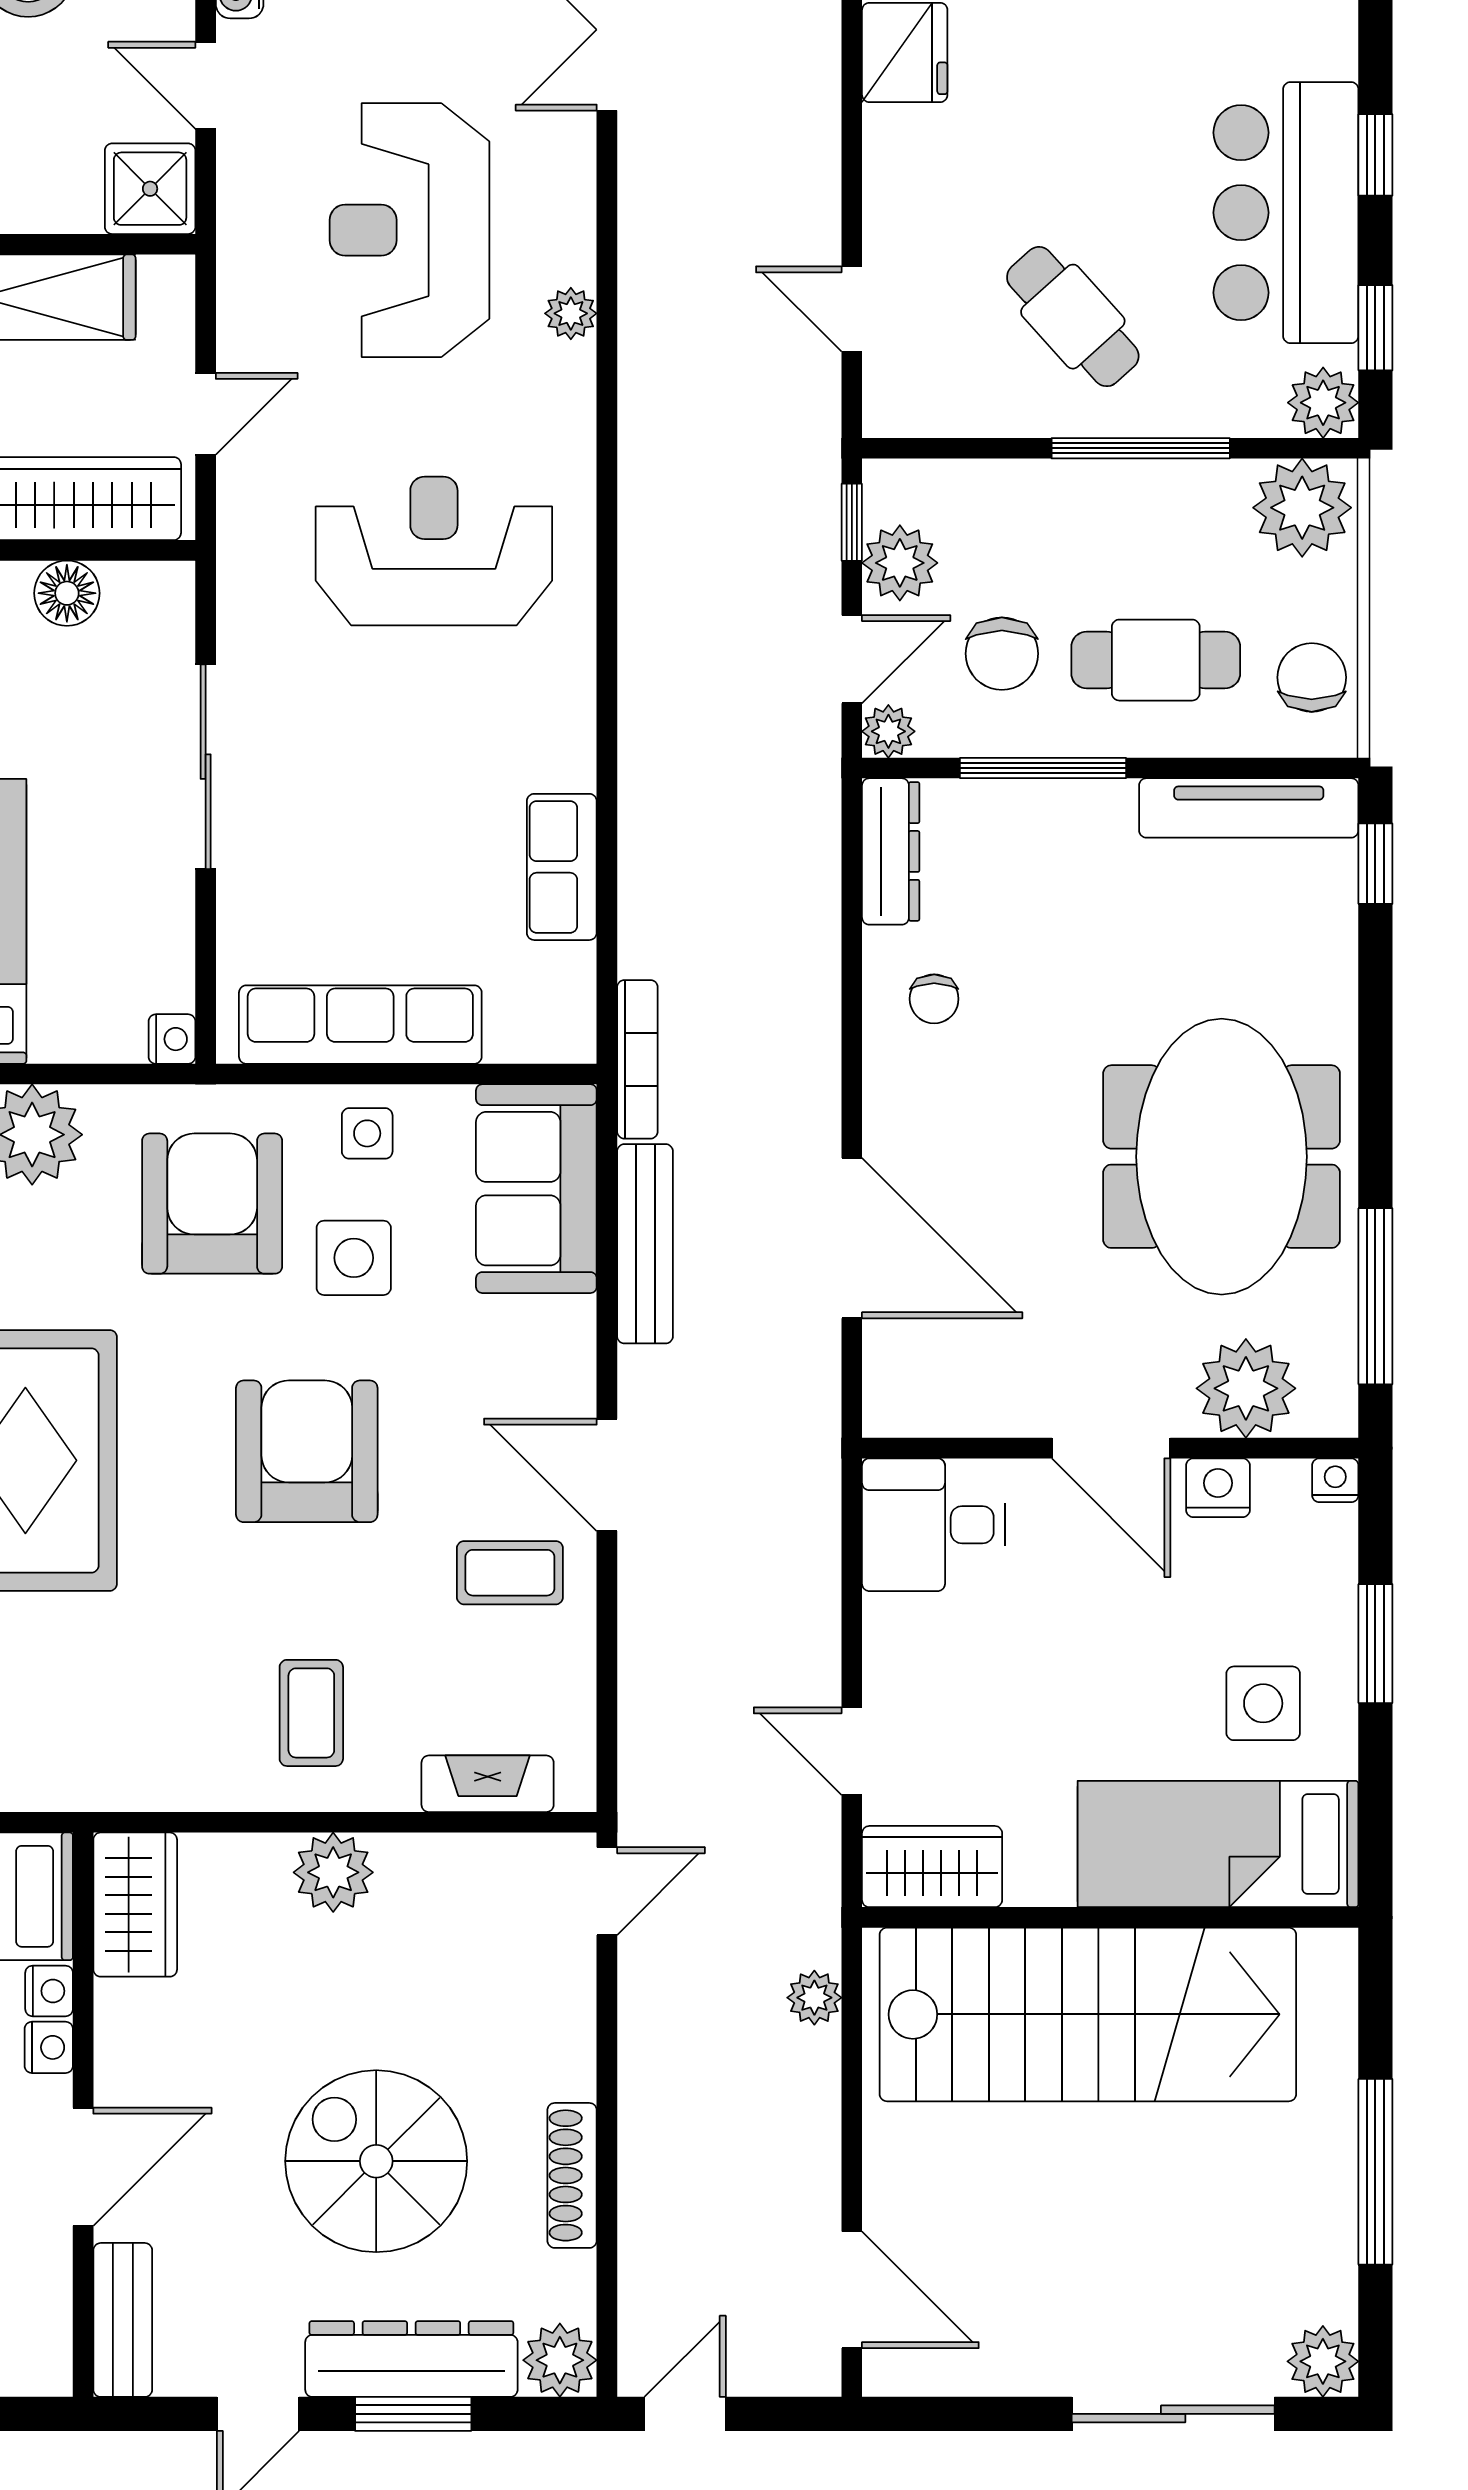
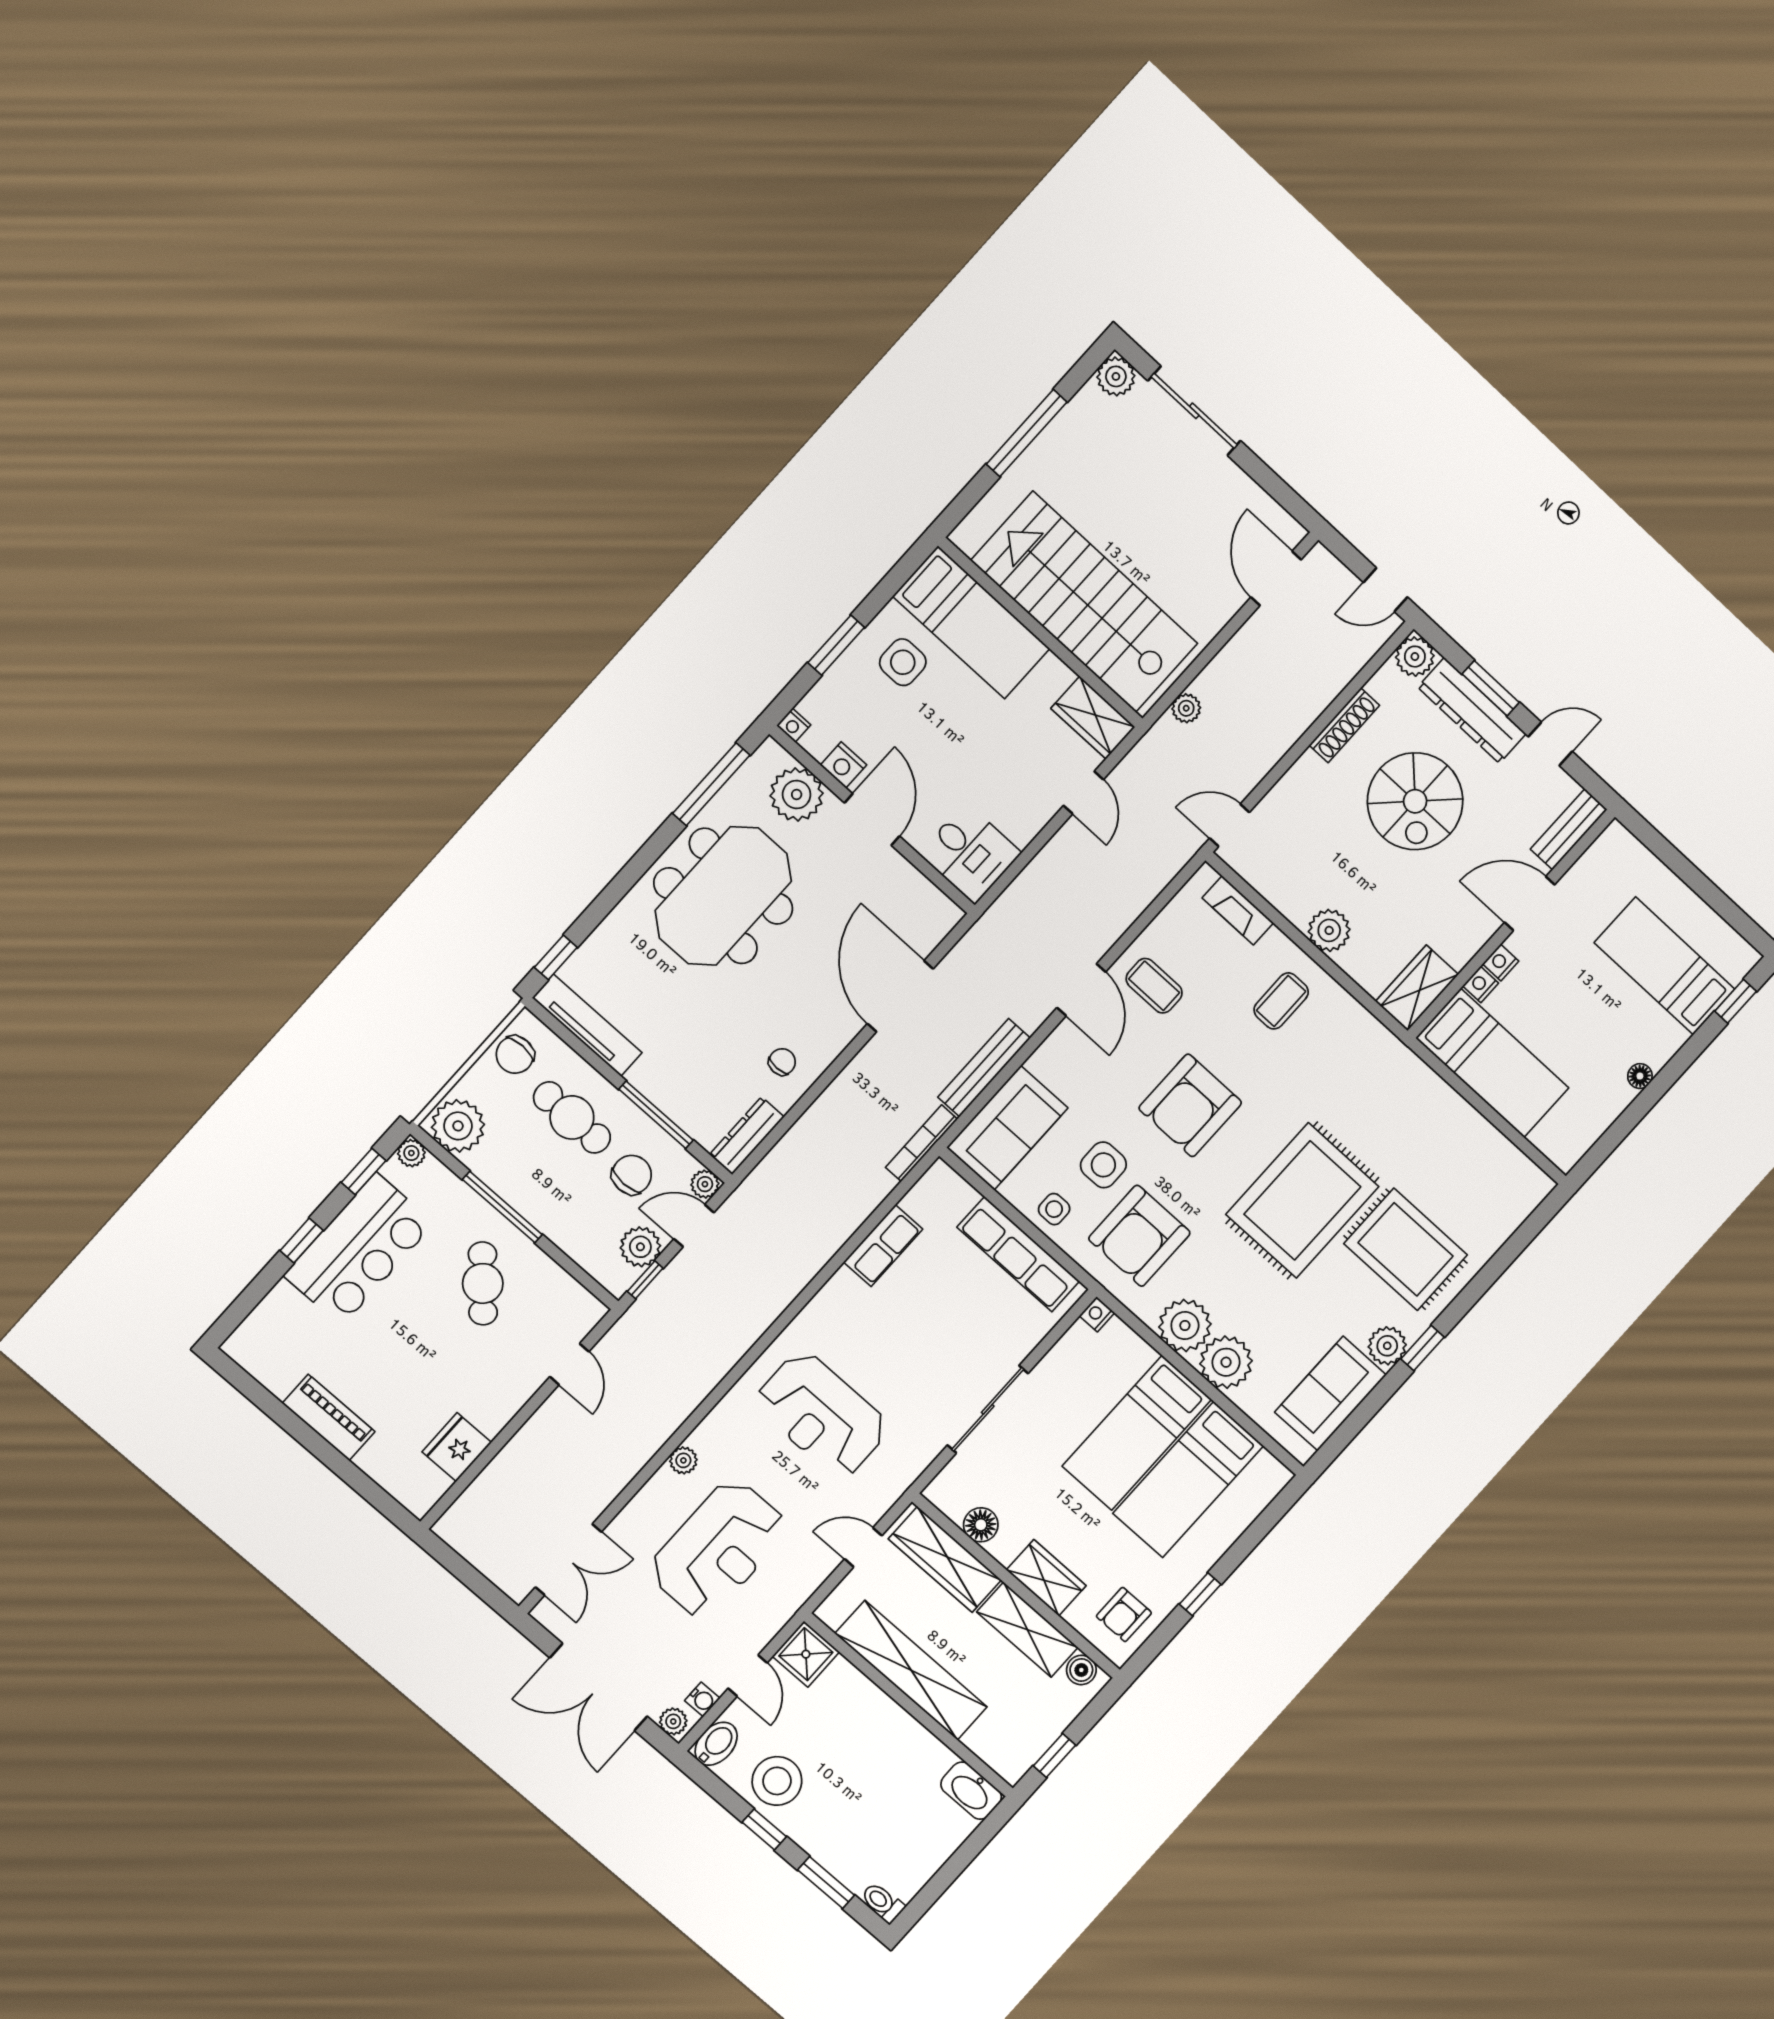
plant: (1323, 403) -> (411, 1153), width x0.73, depth x0.73

